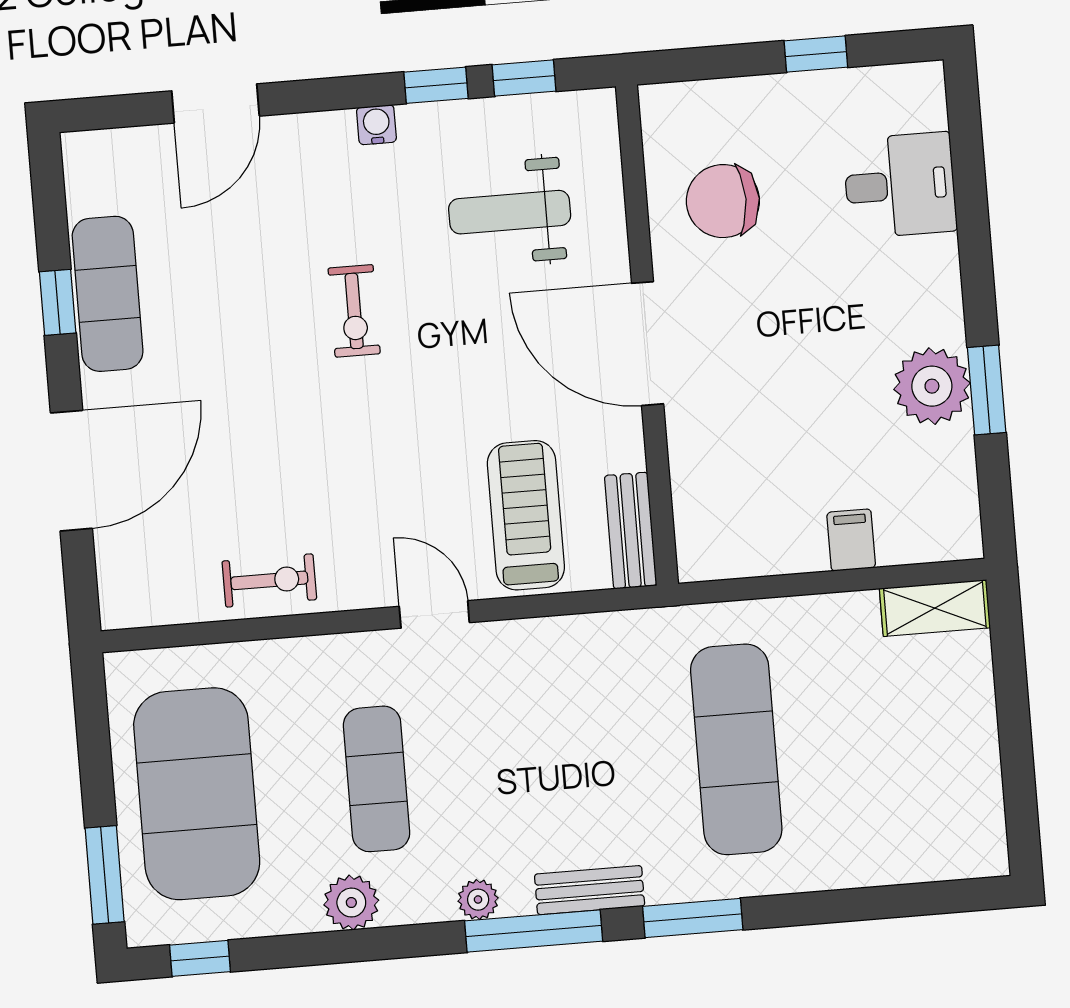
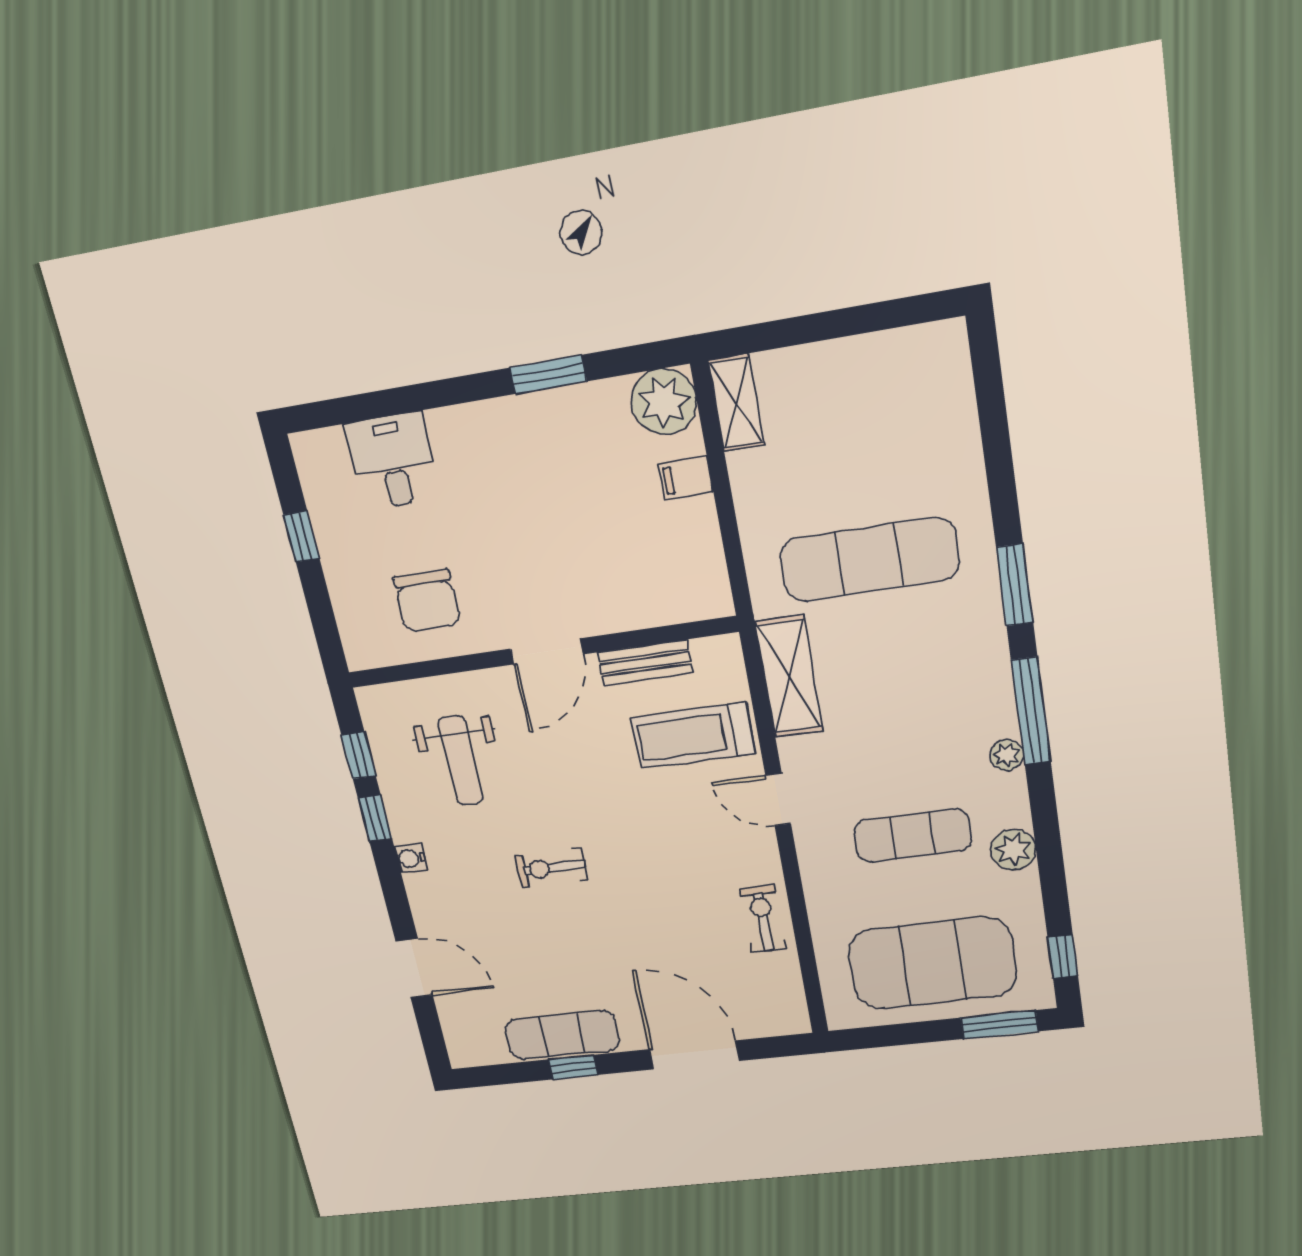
exercise bike: (354, 311) -> (551, 868), turned 180
door: (648, 344) -> (547, 652), width x0.73
plant: (932, 386) -> (664, 402), moved
bench: (631, 531) -> (645, 663), moved
door: (434, 614) -> (778, 799), hinge flipped
shelving: (596, 642) -> (789, 676), added
bench: (590, 890) -> (995, 669), removed

